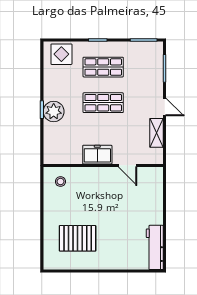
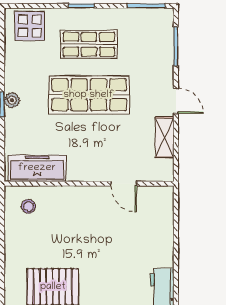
shop shelf: (103, 103) -> (89, 95), width x1.43, depth x1.36
plant: (54, 111) -> (12, 100), width x0.53, depth x0.53
freezer: (97, 155) -> (37, 168), moved, width x1.40

